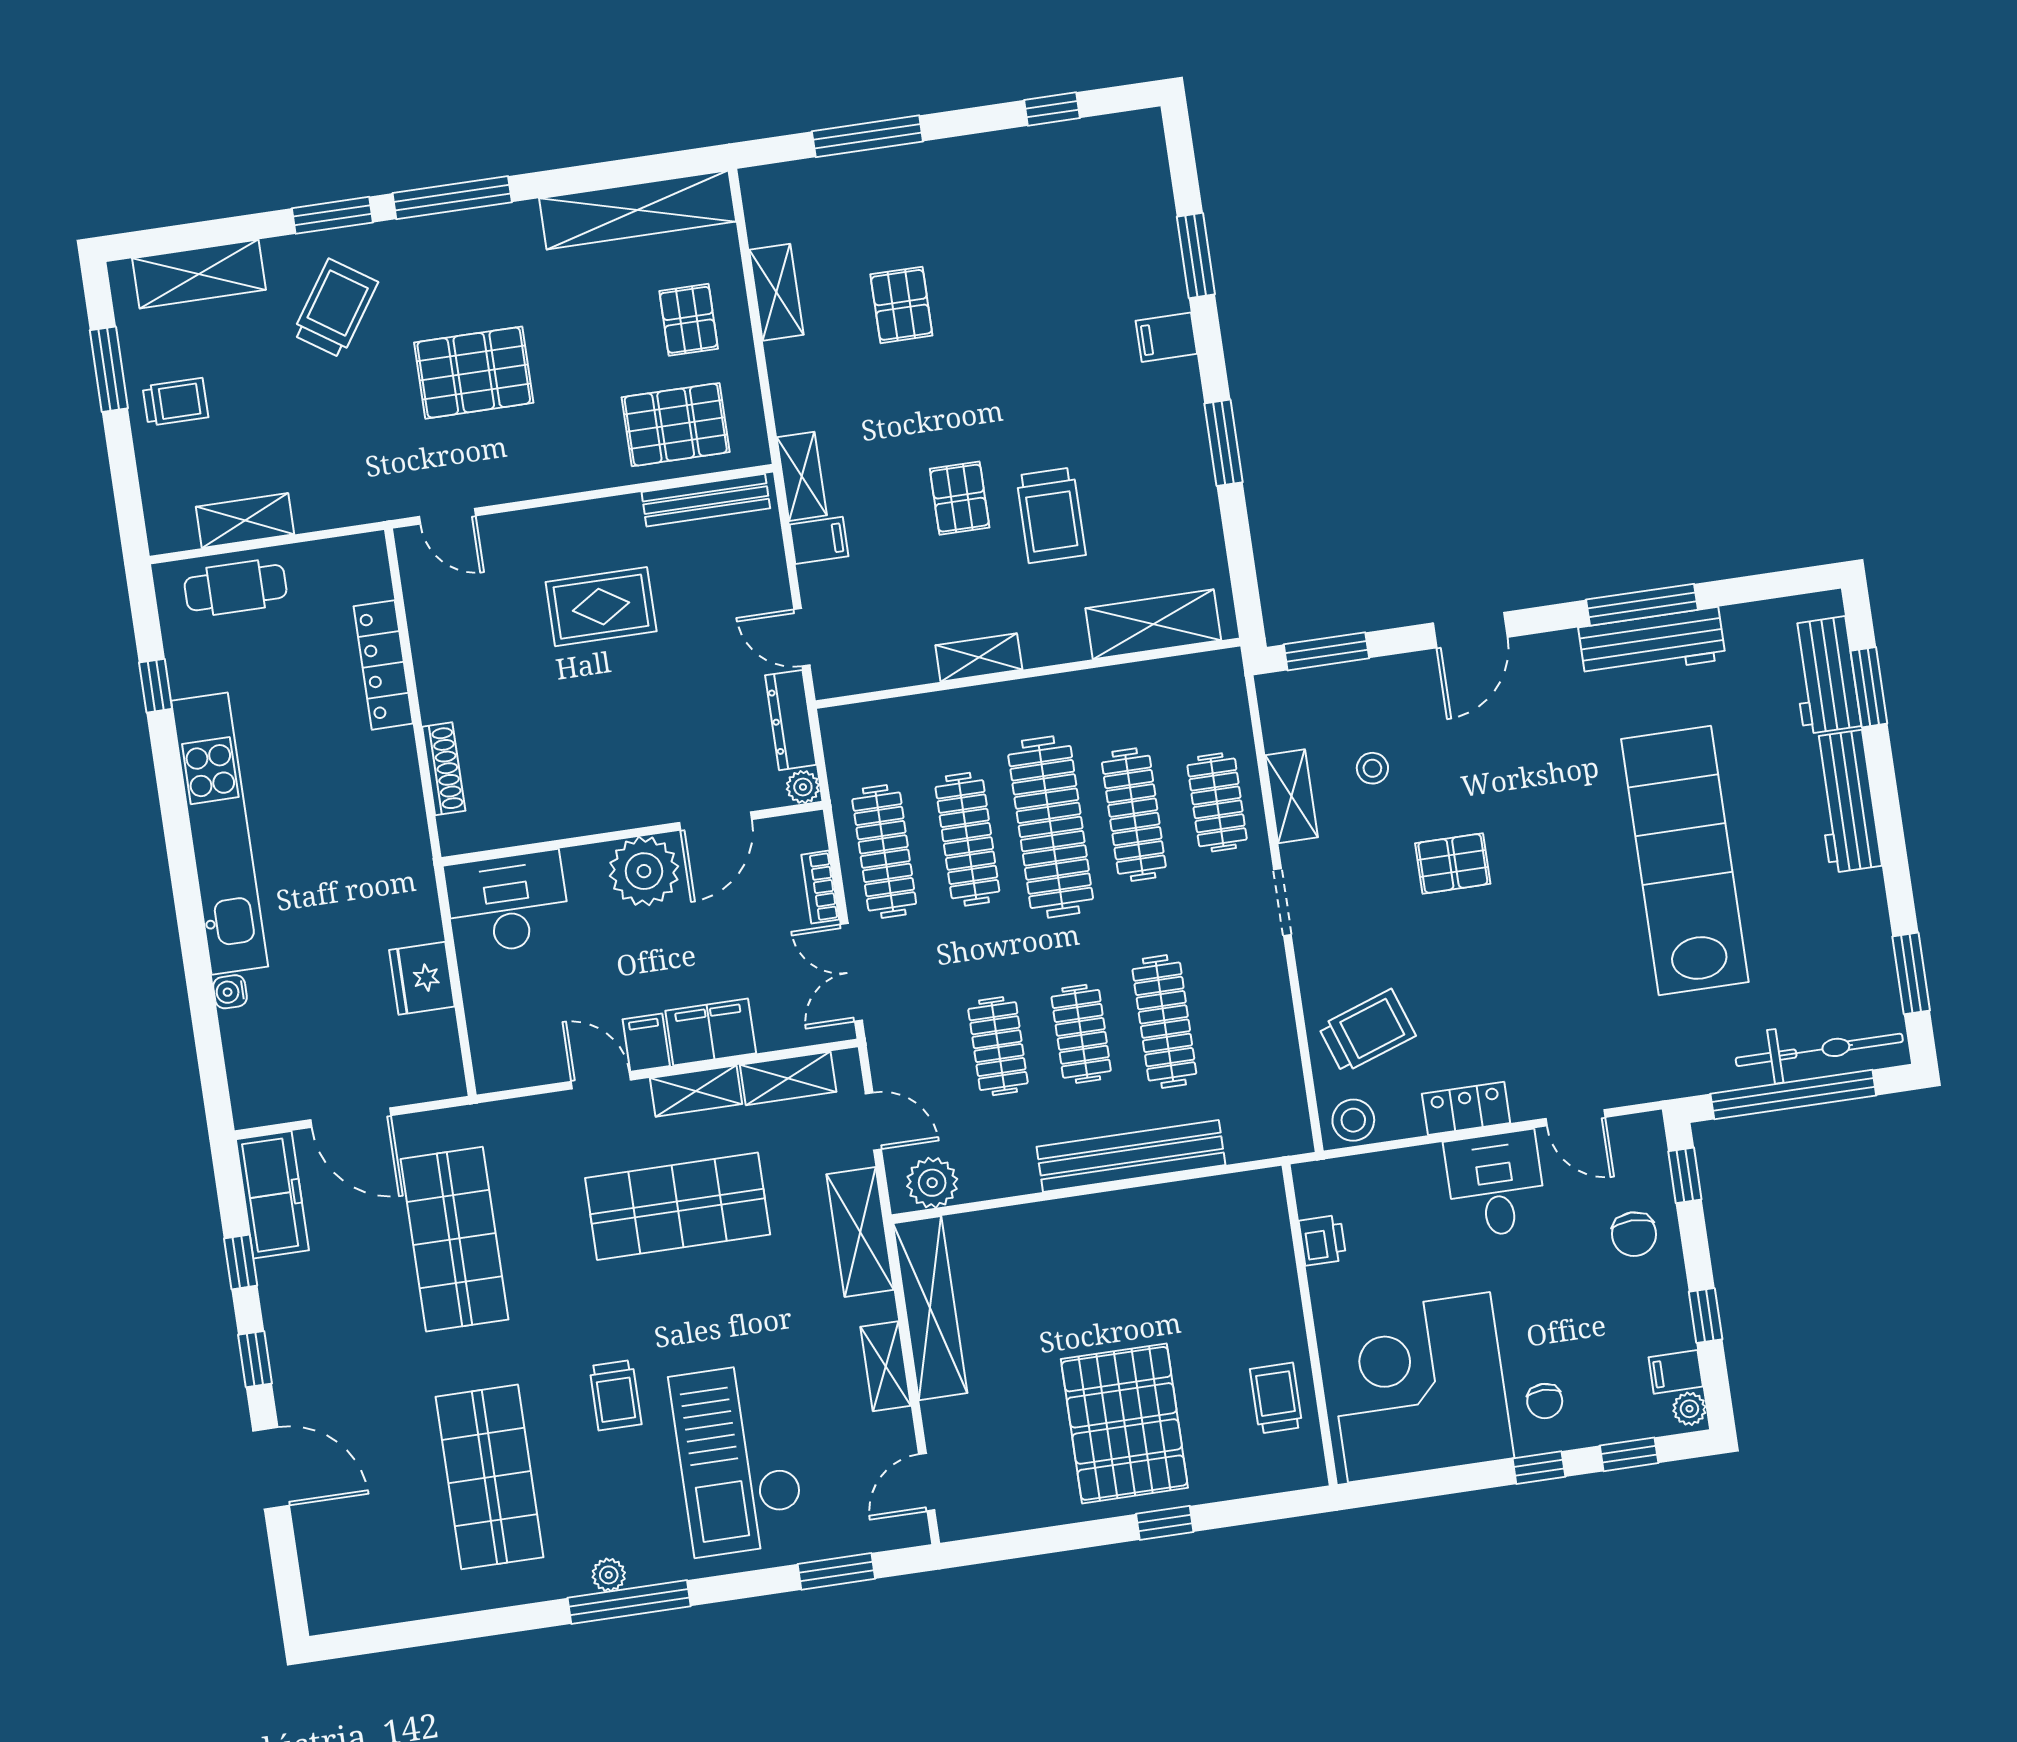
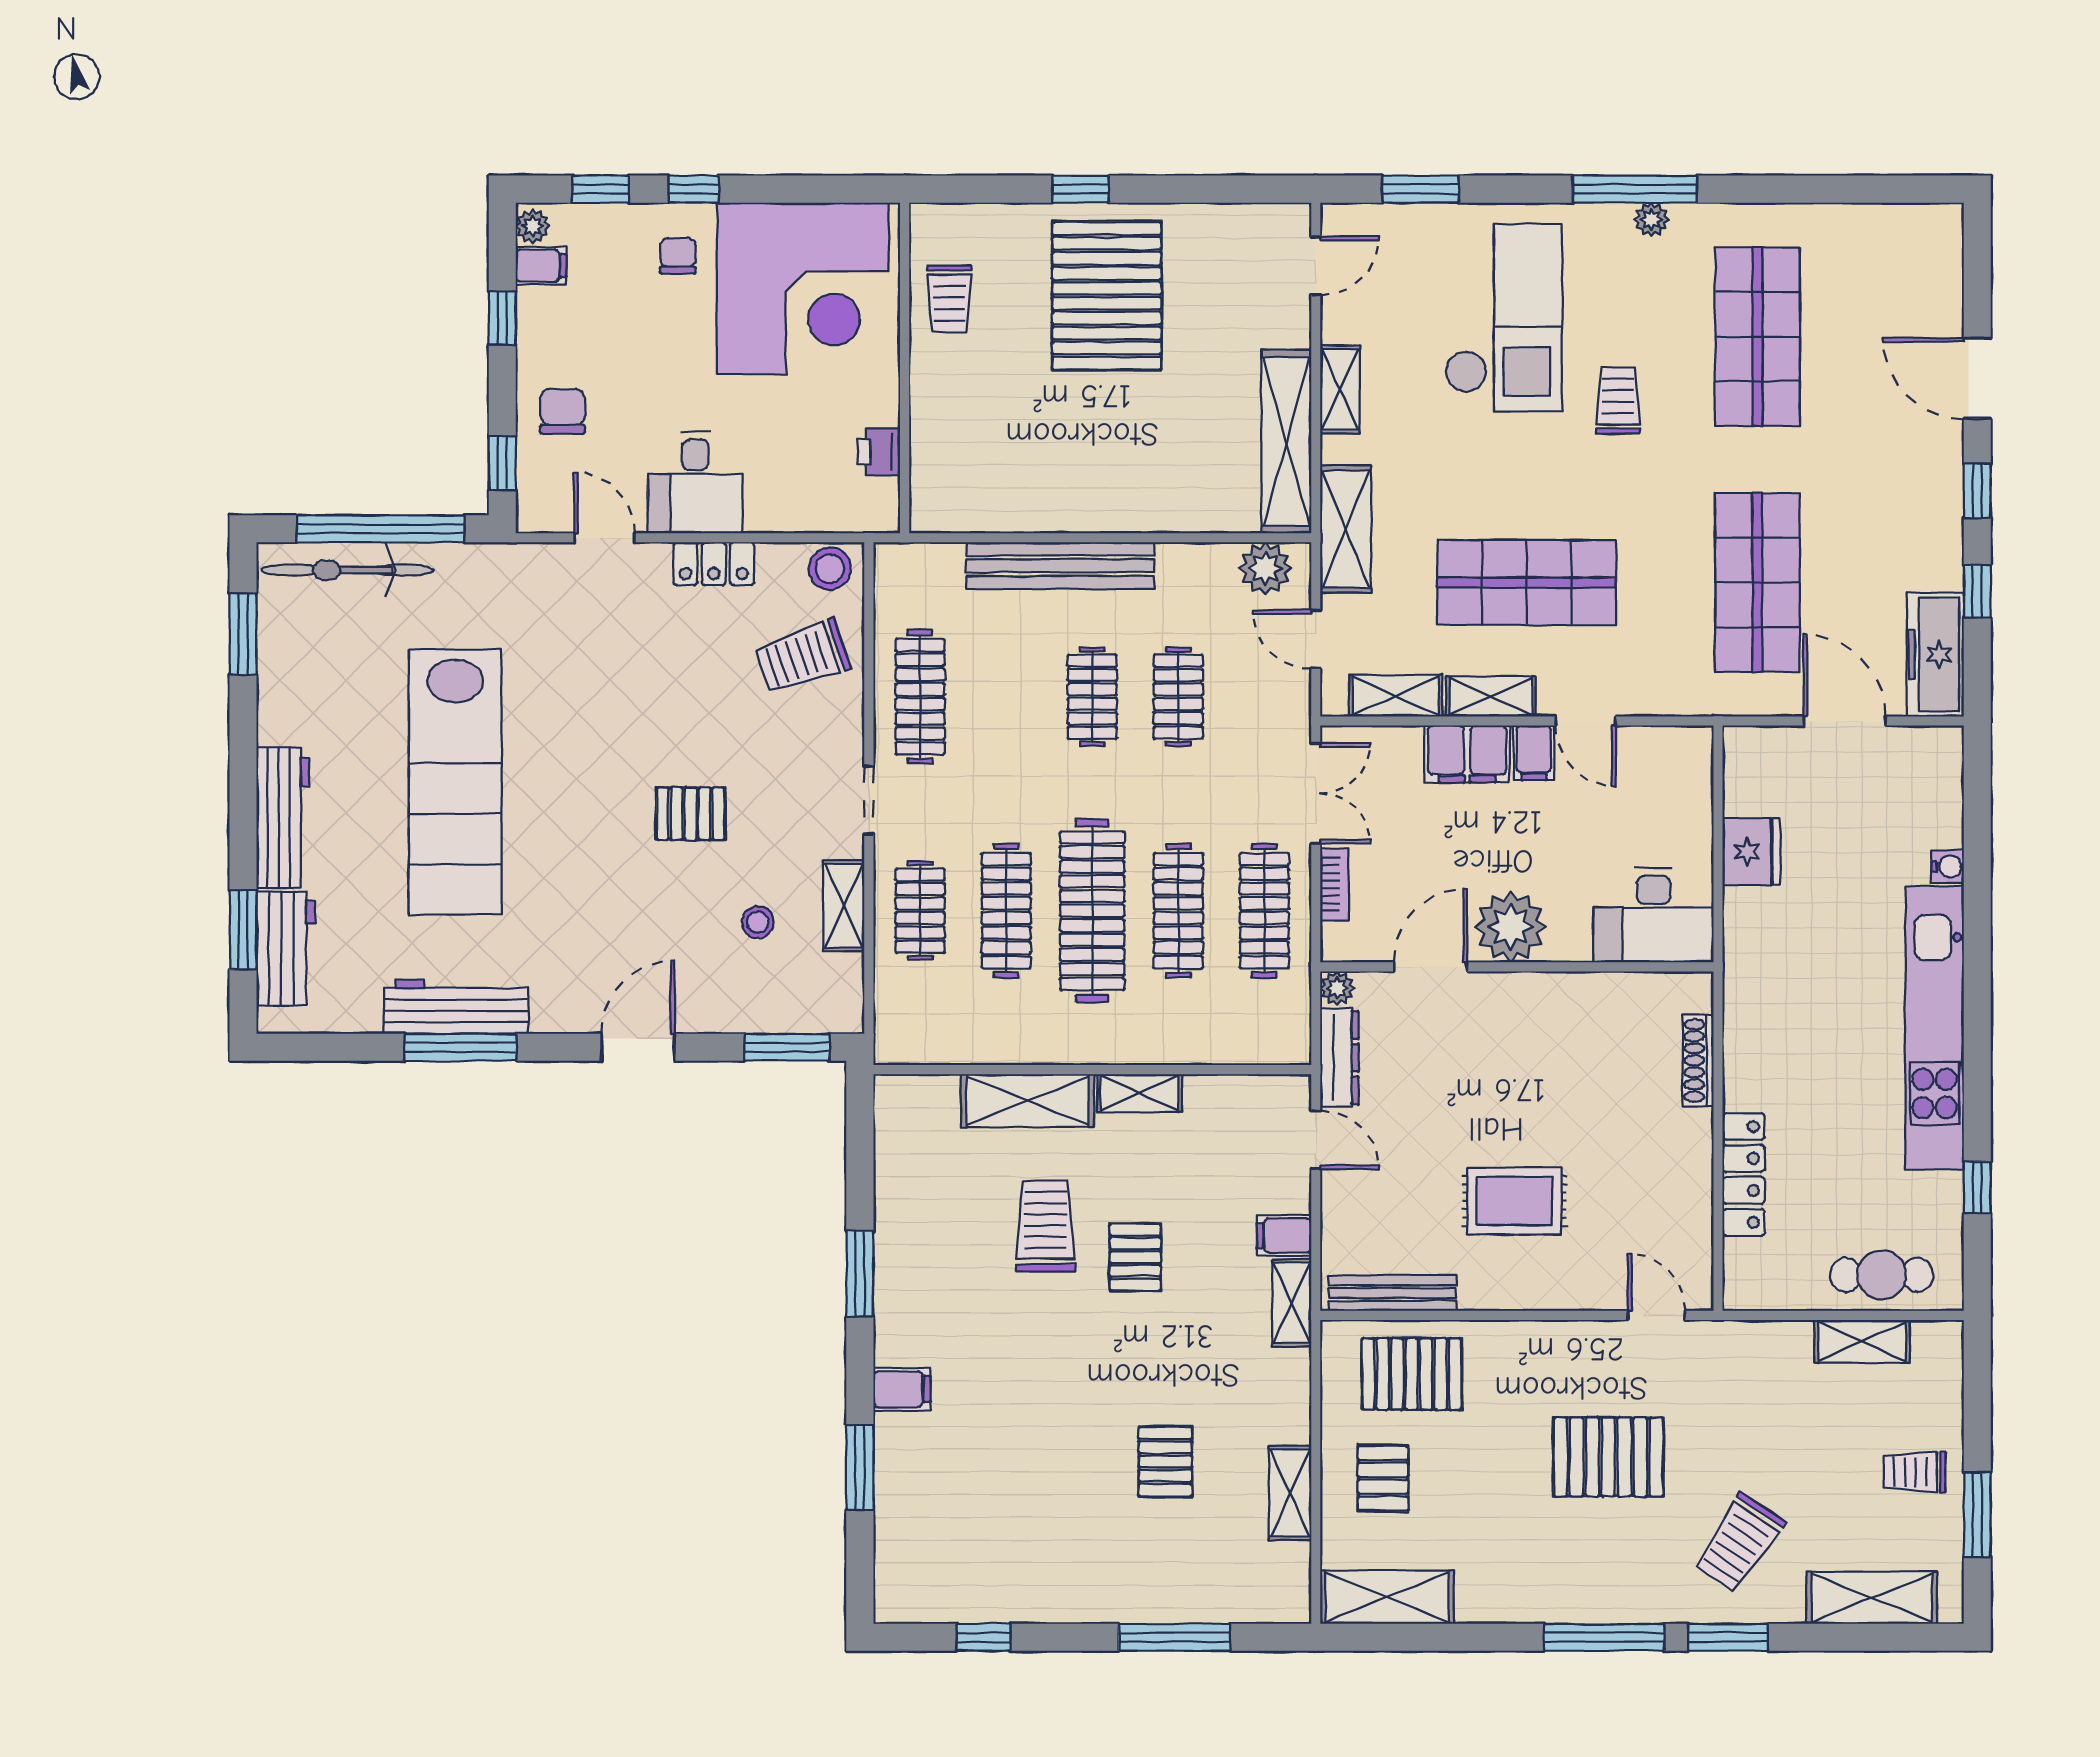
shelving: (638, 210) -> (1387, 1597), width x0.68
shelving: (1153, 624) -> (1028, 1101), moved
clothes rail: (1164, 1022) -> (920, 697), moved

